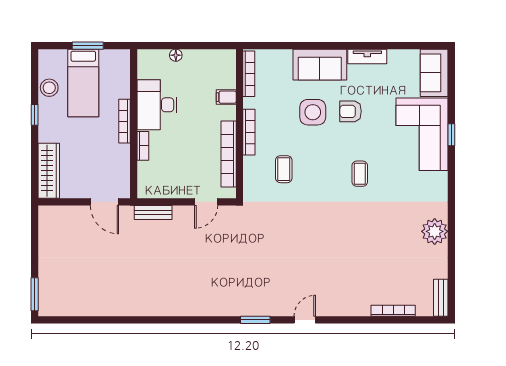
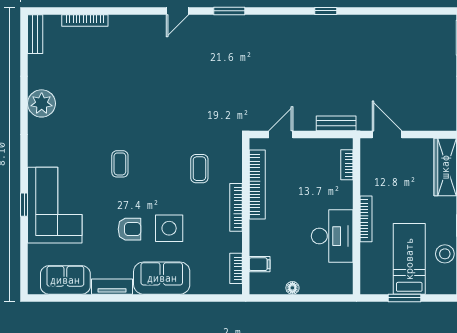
floor lamp: (176, 55) -> (292, 288), moved
sofa: (434, 73) -> (65, 280), moved, turned -90
bookcase: (249, 74) -> (236, 268), width x0.64
filing cabinet: (226, 97) -> (260, 264), moved
bookcase: (143, 146) -> (347, 165), moved
window: (163, 320) -> (326, 11), added

